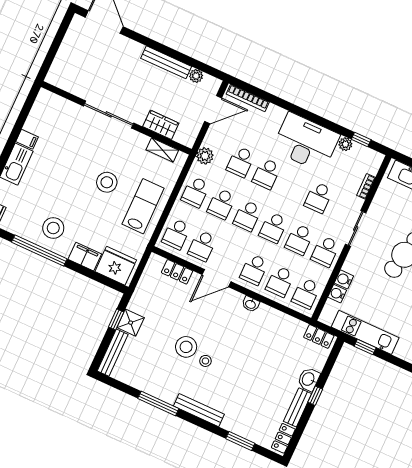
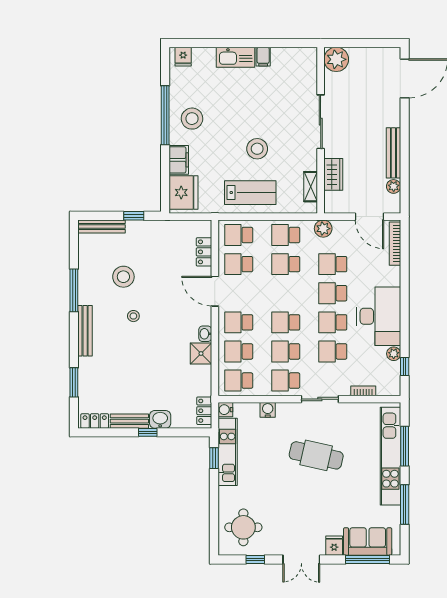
plant: (59, 75) -> (336, 59), added
school desk: (247, 216) -> (333, 322), moved
water cooler: (337, 294) -> (225, 410), moved, turned -90
shower: (131, 323) -> (201, 354), moved
stool: (186, 347) -> (123, 277), moved

